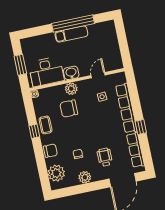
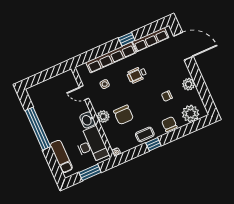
exam couch: (71, 34) -> (61, 156), moved
wheelchair: (105, 157) -> (137, 75), moved

